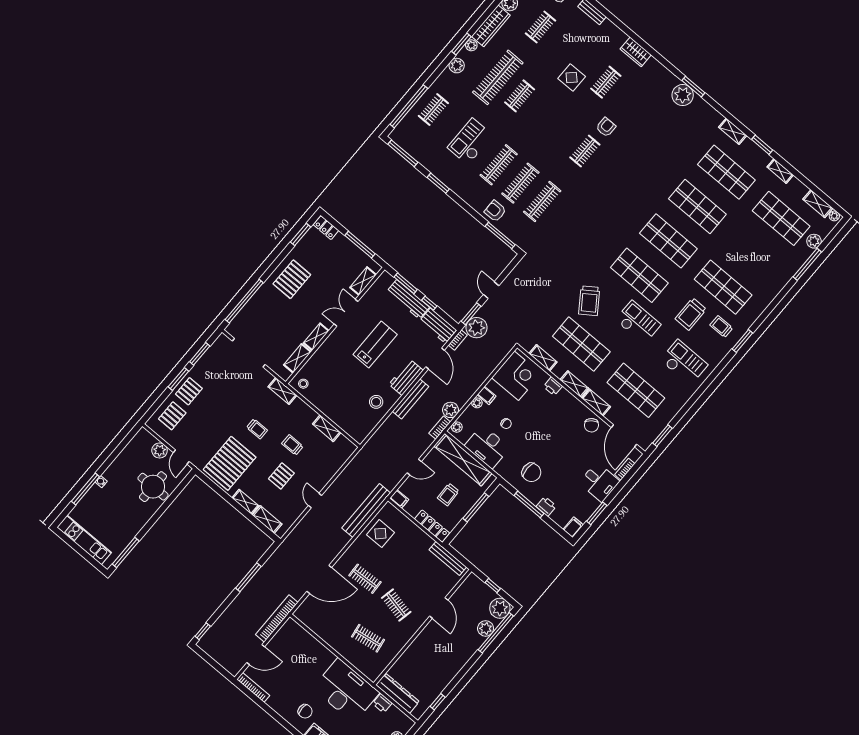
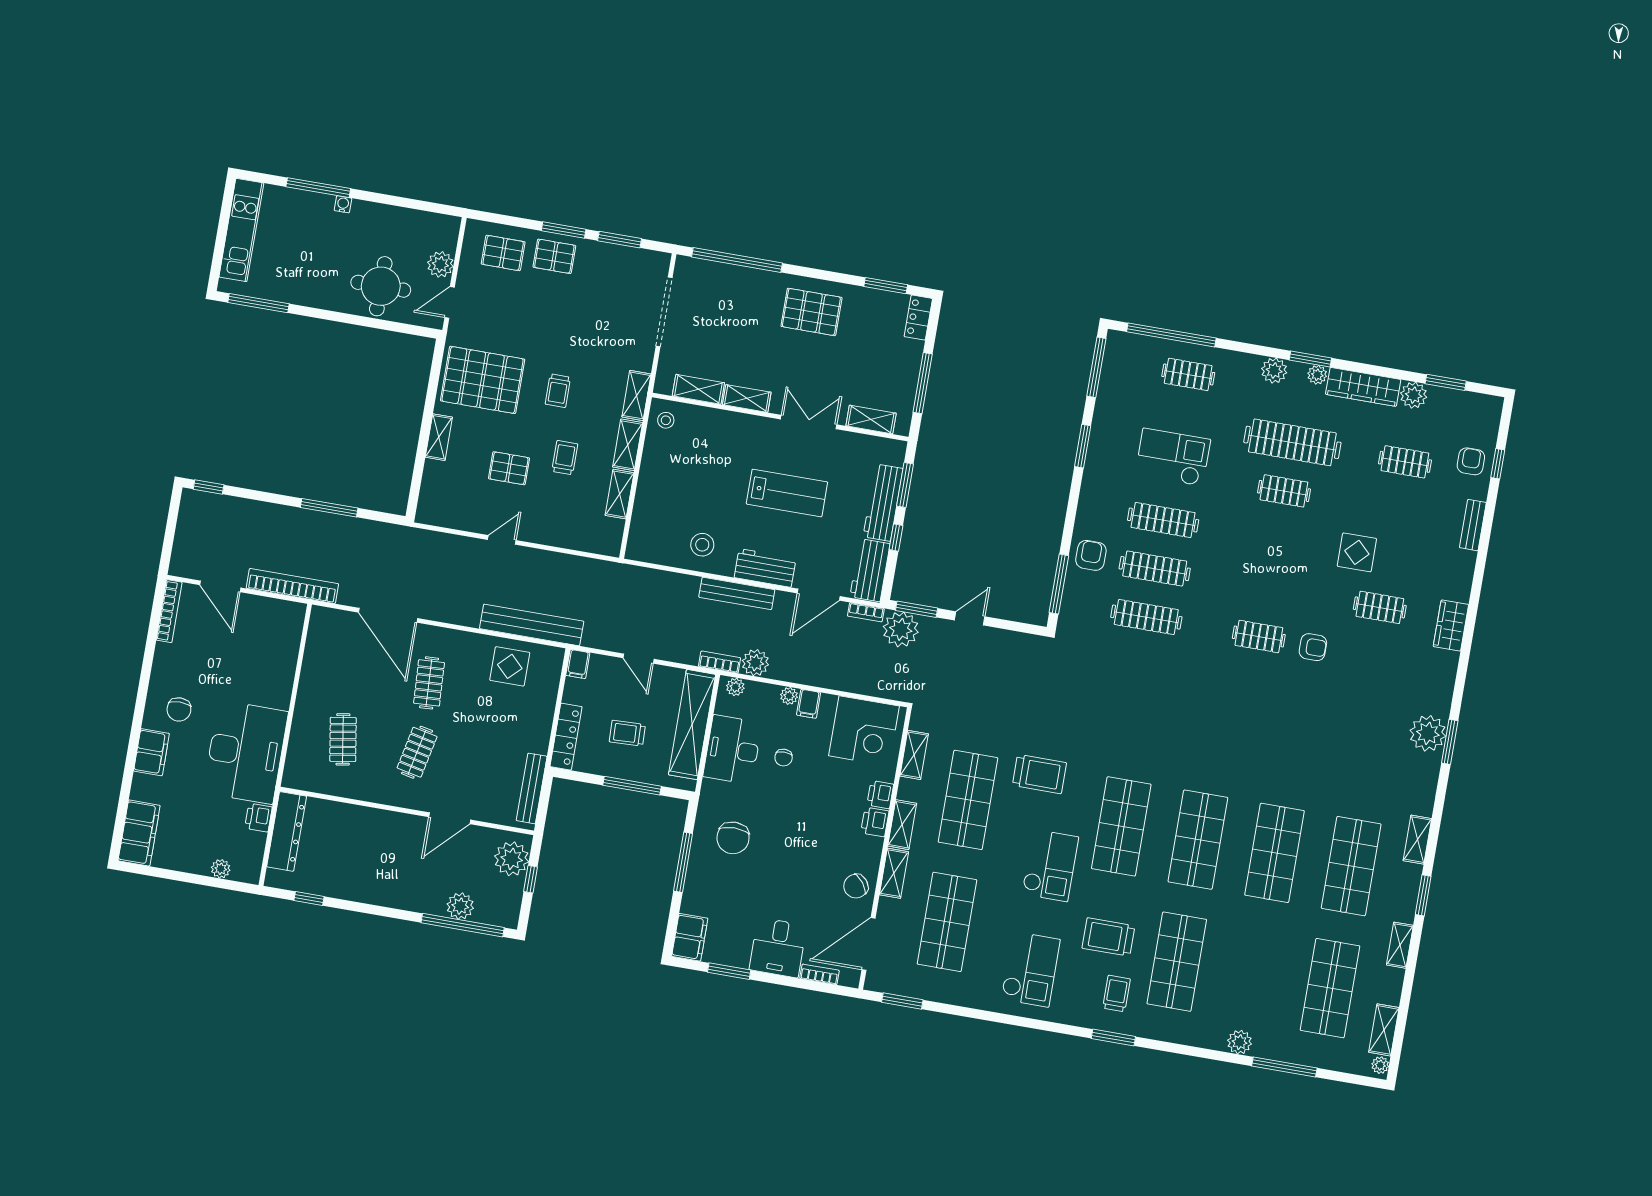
plant: (814, 241) -> (1240, 1042), moved
trolley: (589, 301) -> (1039, 774), turned -145
printer: (546, 506) -> (875, 822), moved, turned 180
shelving: (267, 519) -> (628, 445), moved
filing cabinet: (573, 527) -> (690, 937), width x2.00
plant: (500, 608) -> (512, 859), moved

